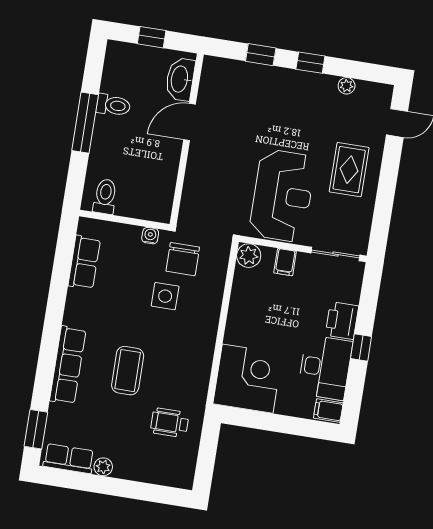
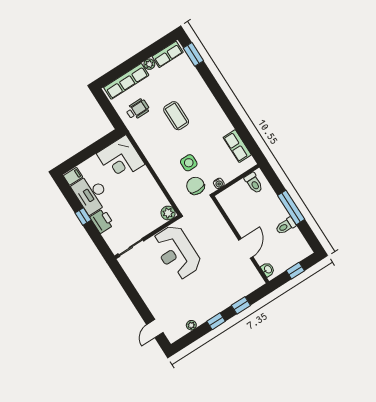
washbasin: (180, 79) -> (268, 269), width x0.52, depth x0.69
rug: (349, 170) -> (158, 290), removed
filing cabinet: (285, 262) -> (150, 224), removed
row of seats: (68, 365) -> (126, 81), moved, turned -90

